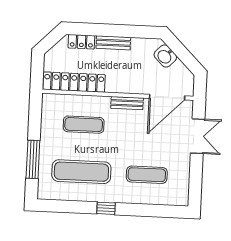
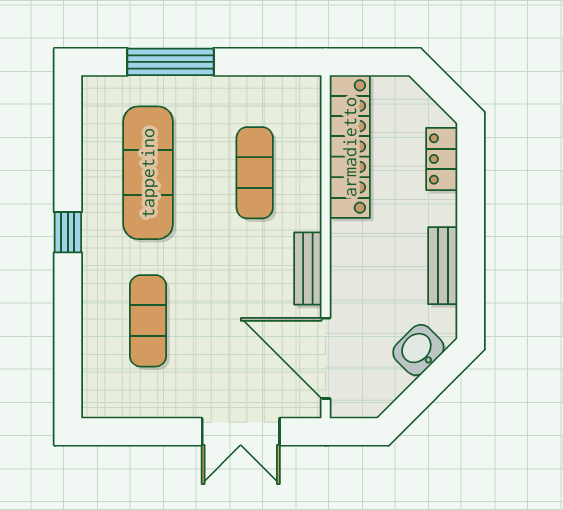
bench: (113, 43) -> (443, 266), moved

